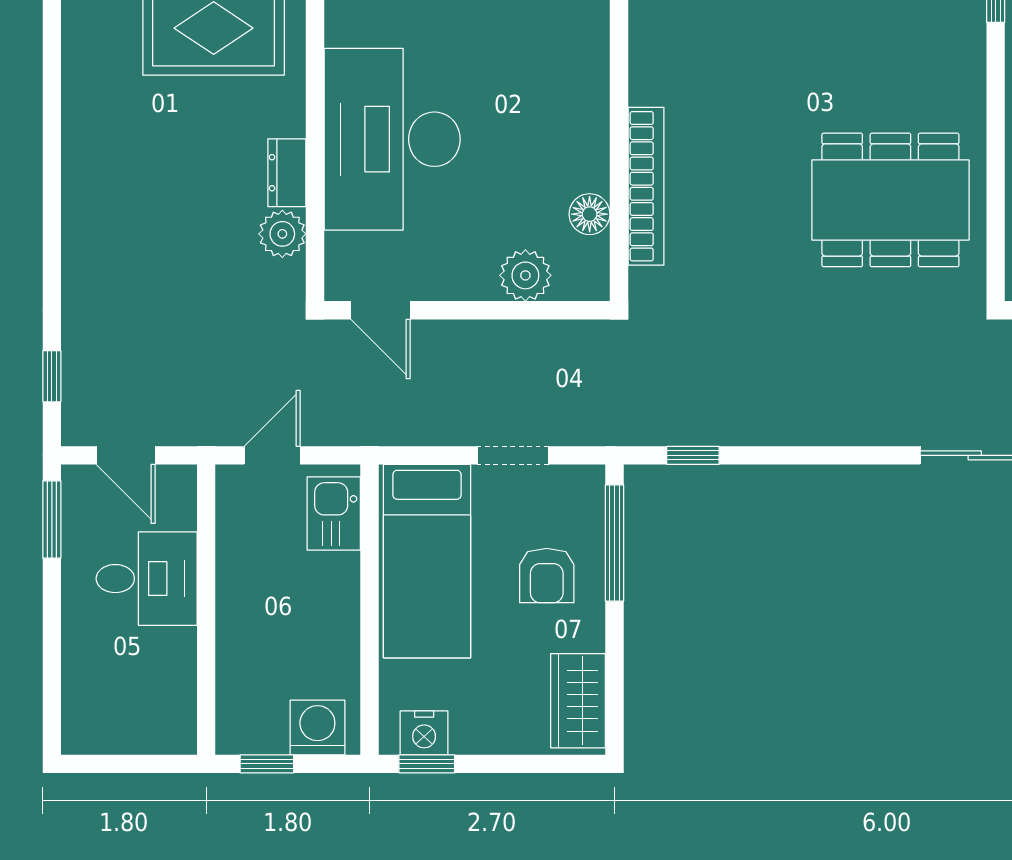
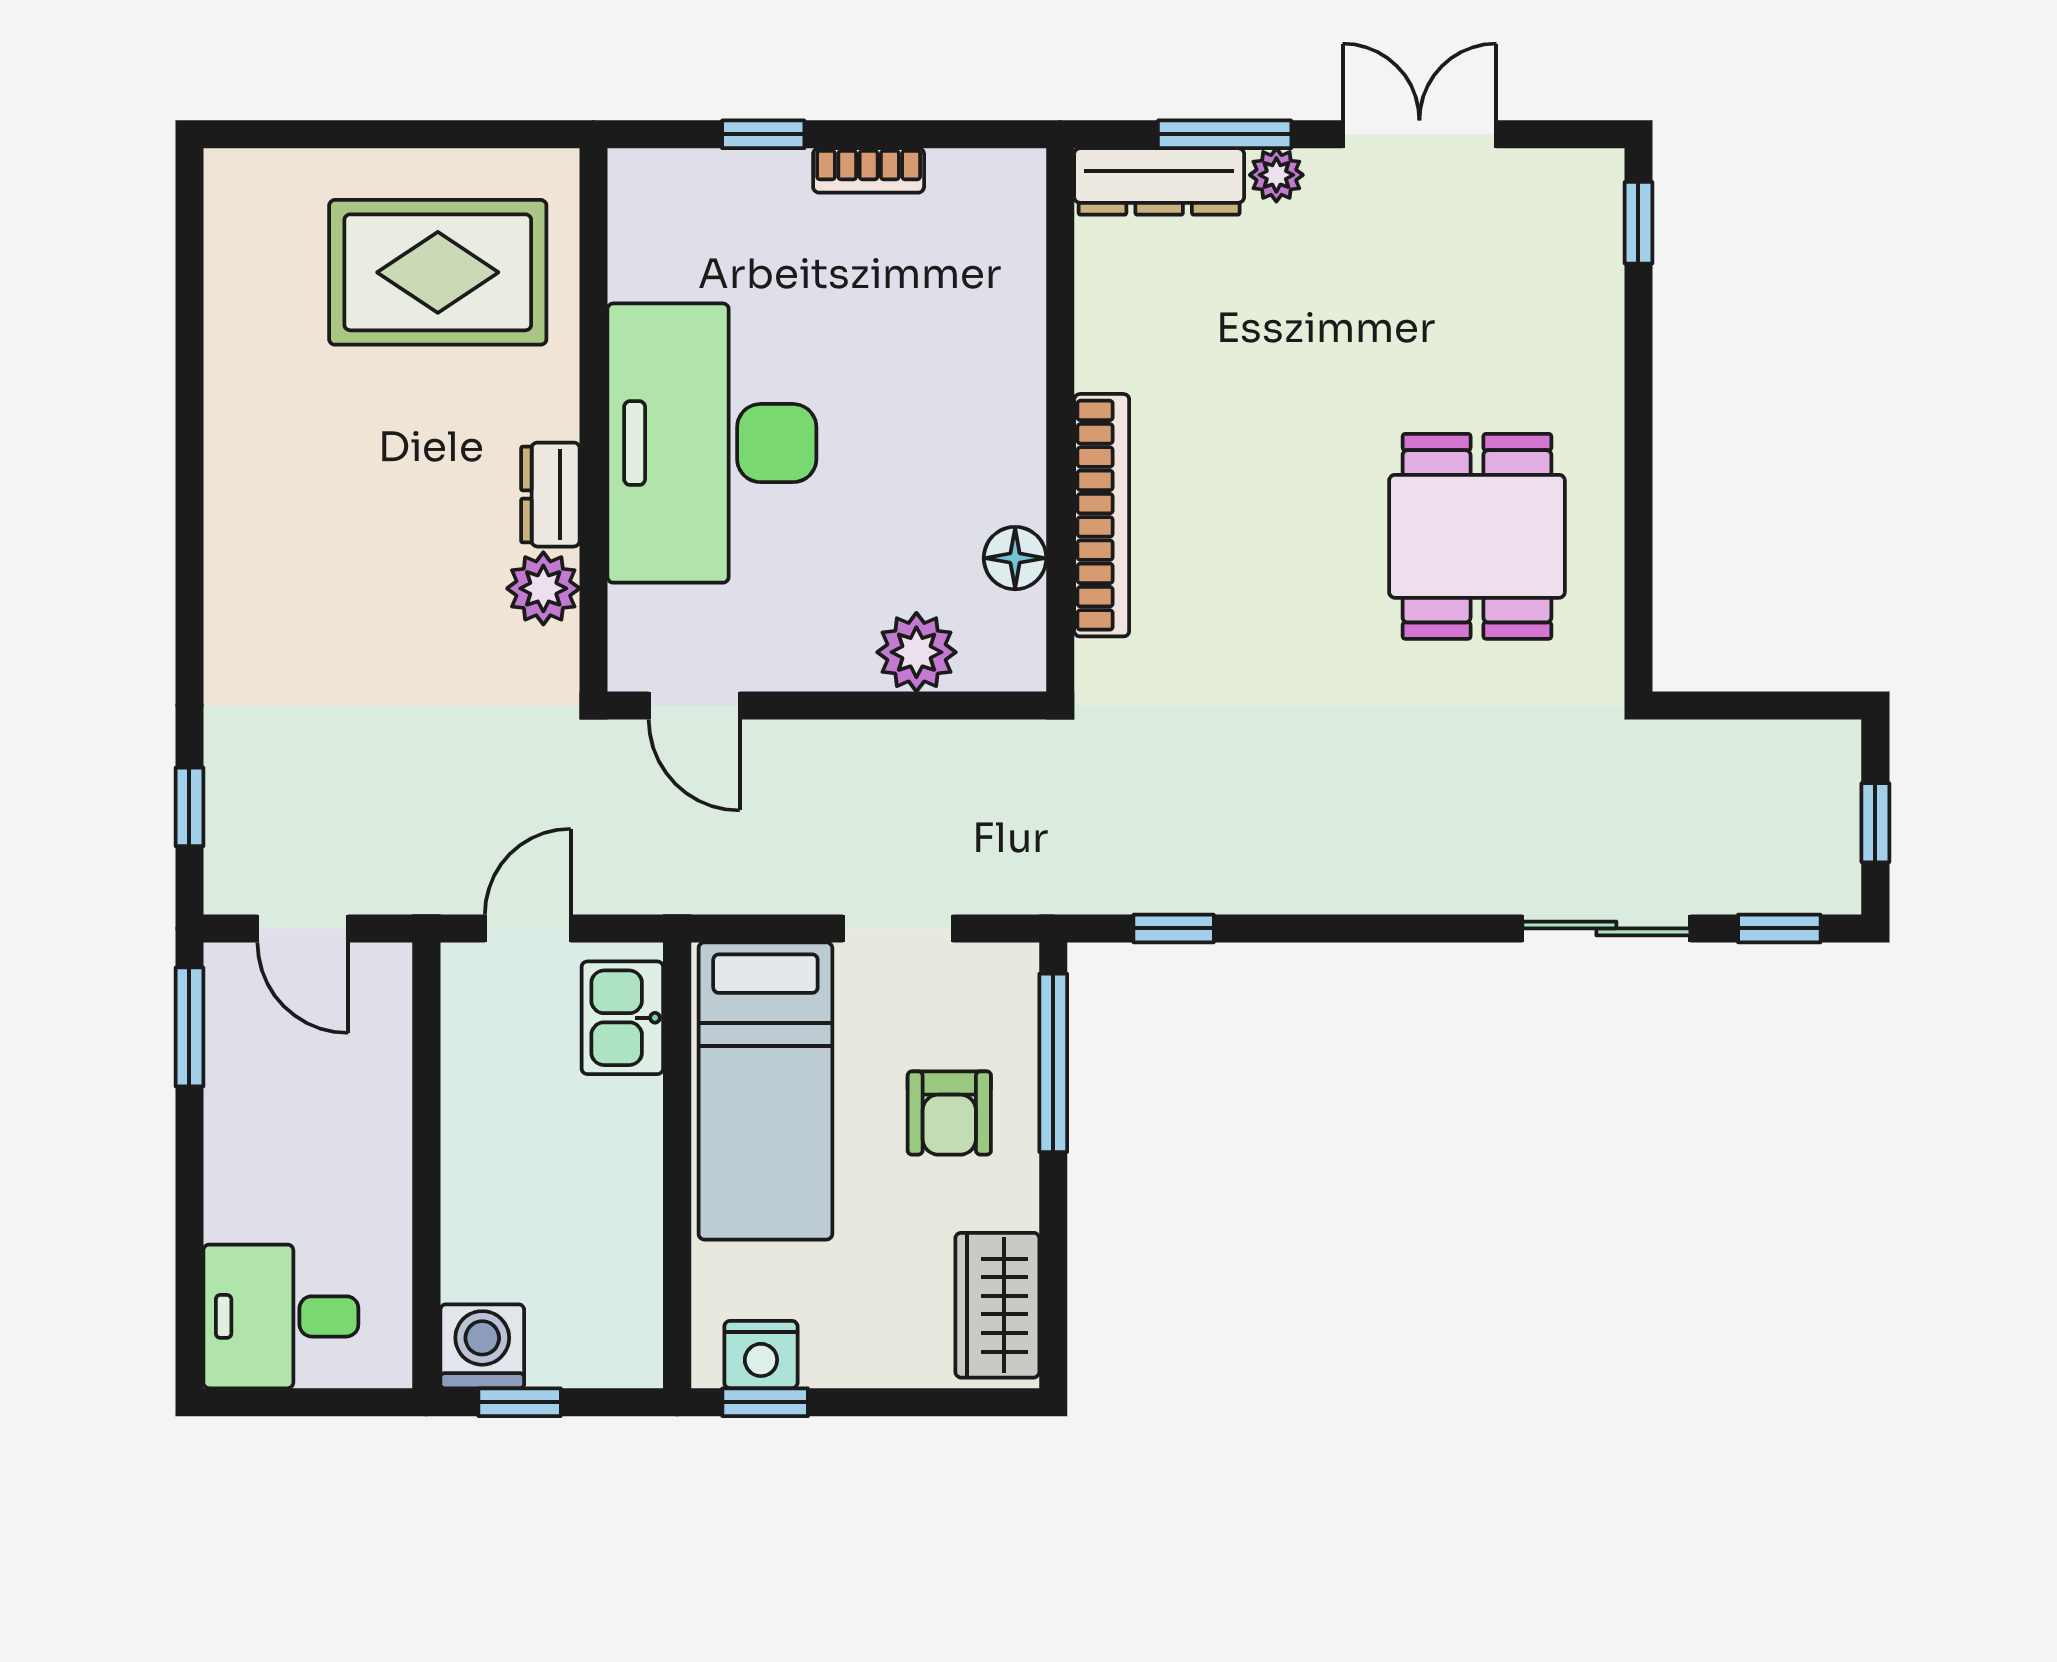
dining table: (890, 200) -> (1477, 536), width x0.73
desk: (147, 579) -> (281, 1316), moved, turned 180
washing machine: (317, 728) -> (482, 1346), moved

